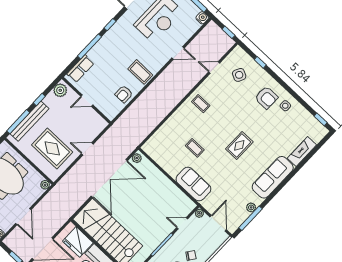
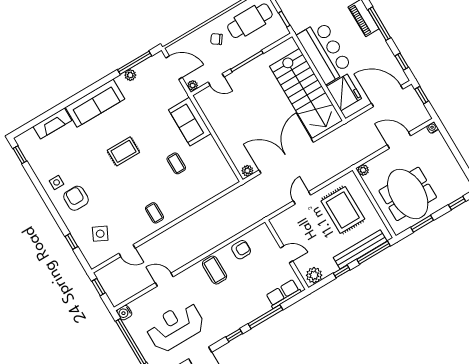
door: (87, 149) -> (302, 198), swing flipped
door: (23, 216) -> (399, 140), hinge flipped
door: (218, 223) -> (174, 68), swing flipped

